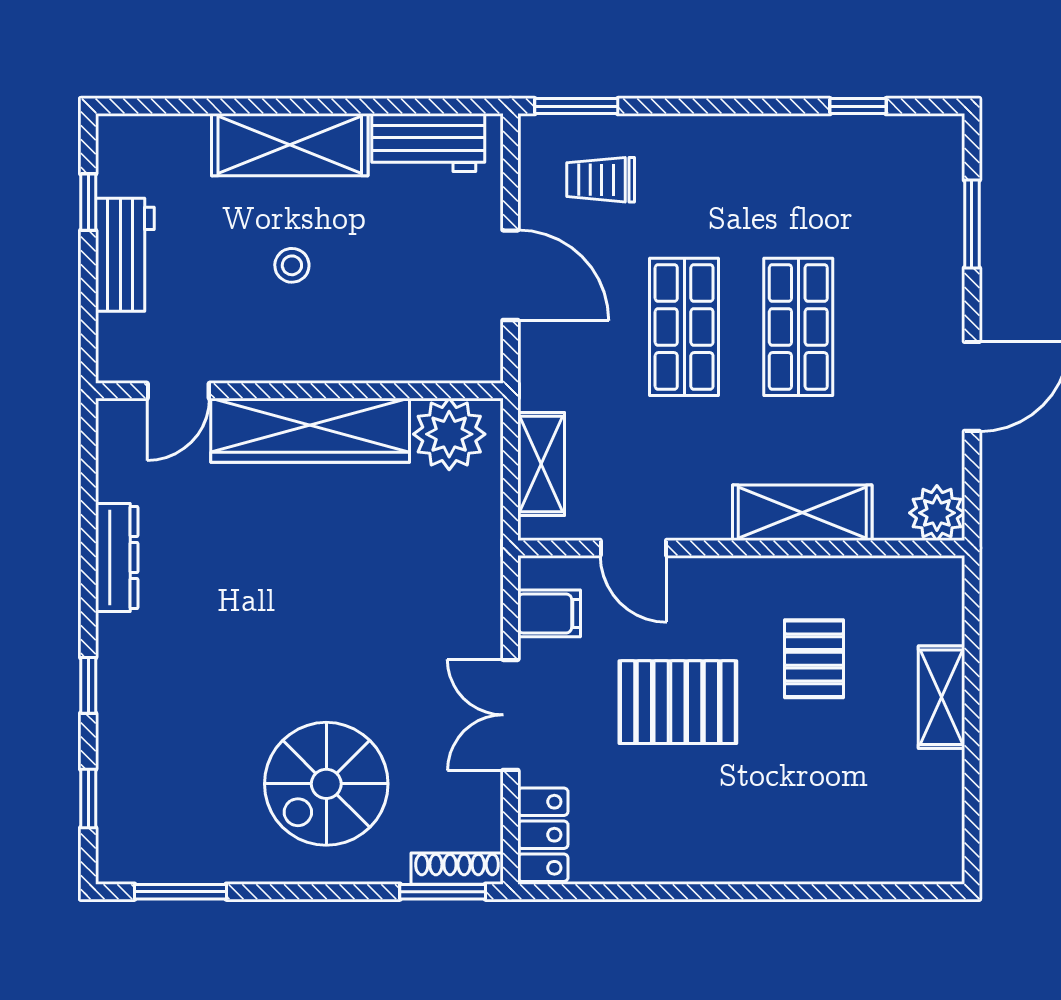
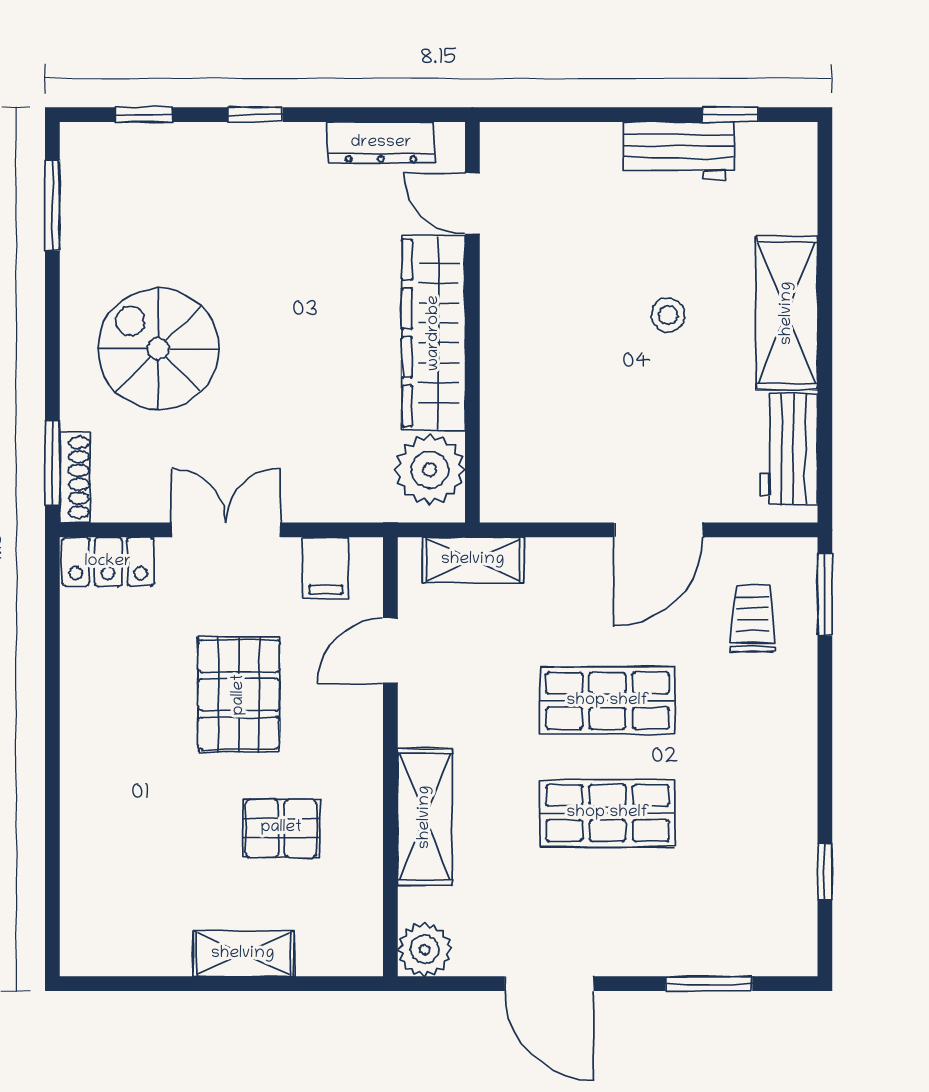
door: (178, 391) -> (472, 203), moved
wall: (299, 391) -> (472, 322), moved
wardrobe: (310, 430) -> (434, 333), moved
plant: (449, 434) -> (430, 470), moved

